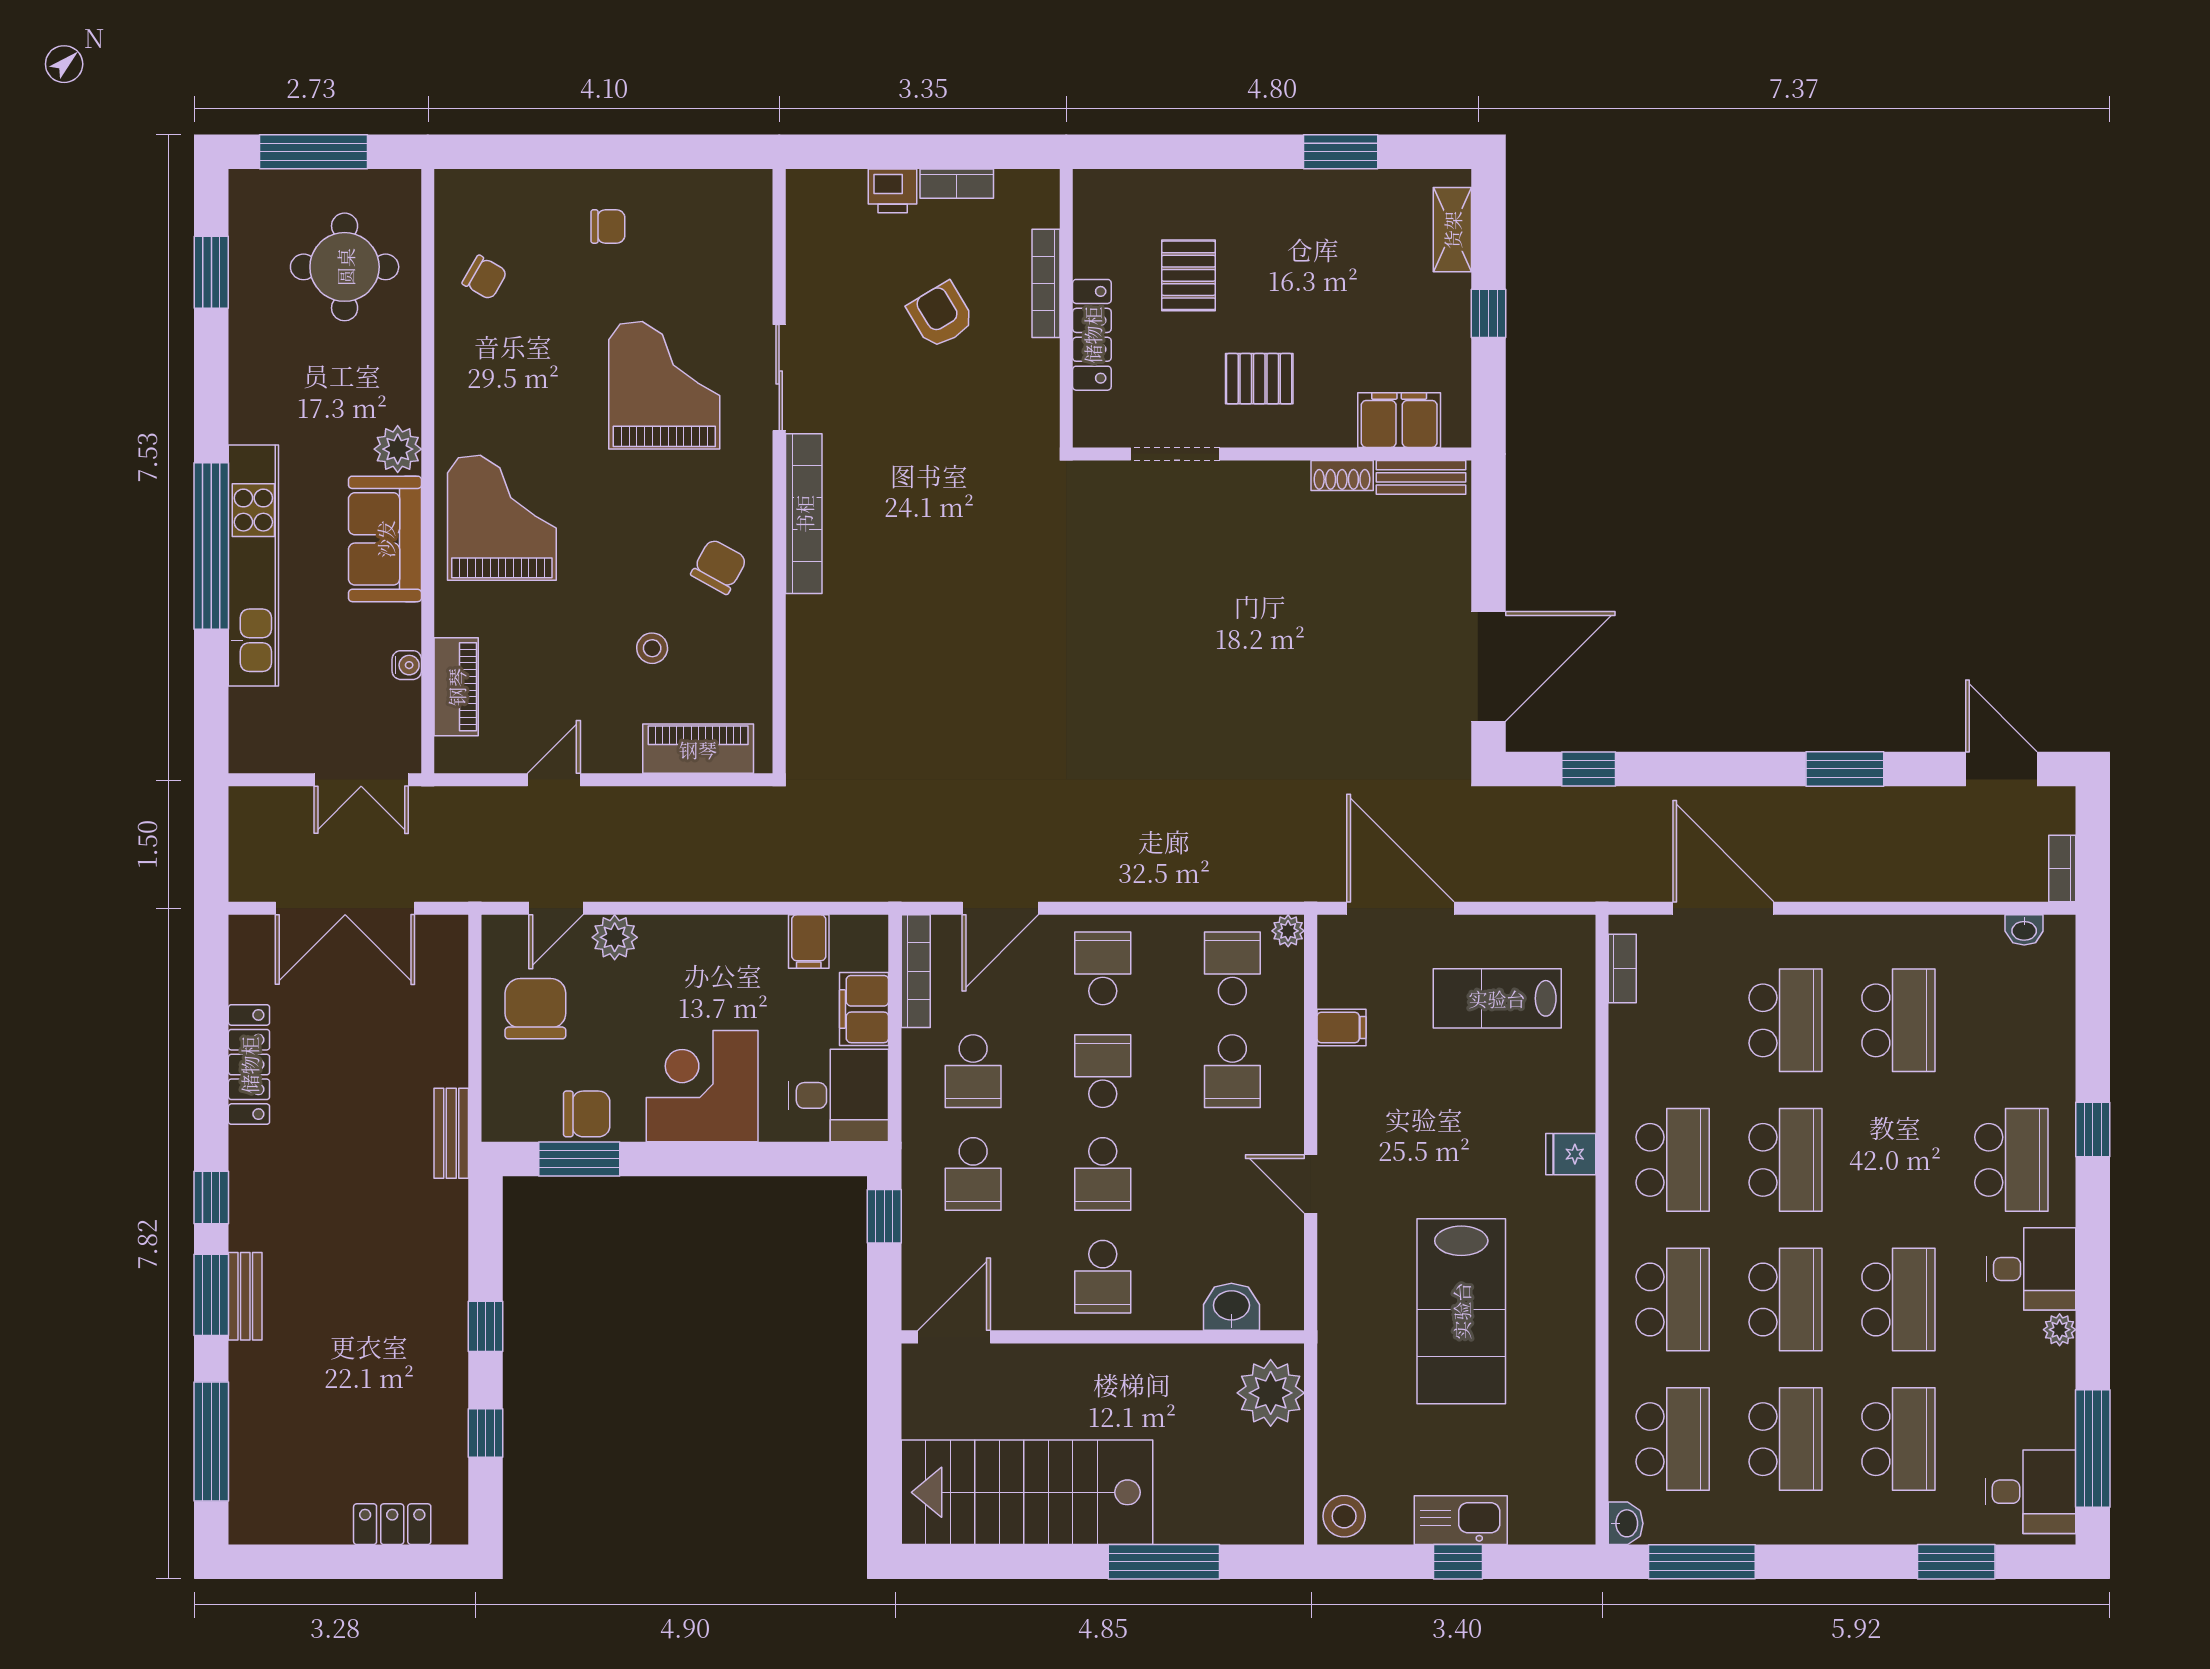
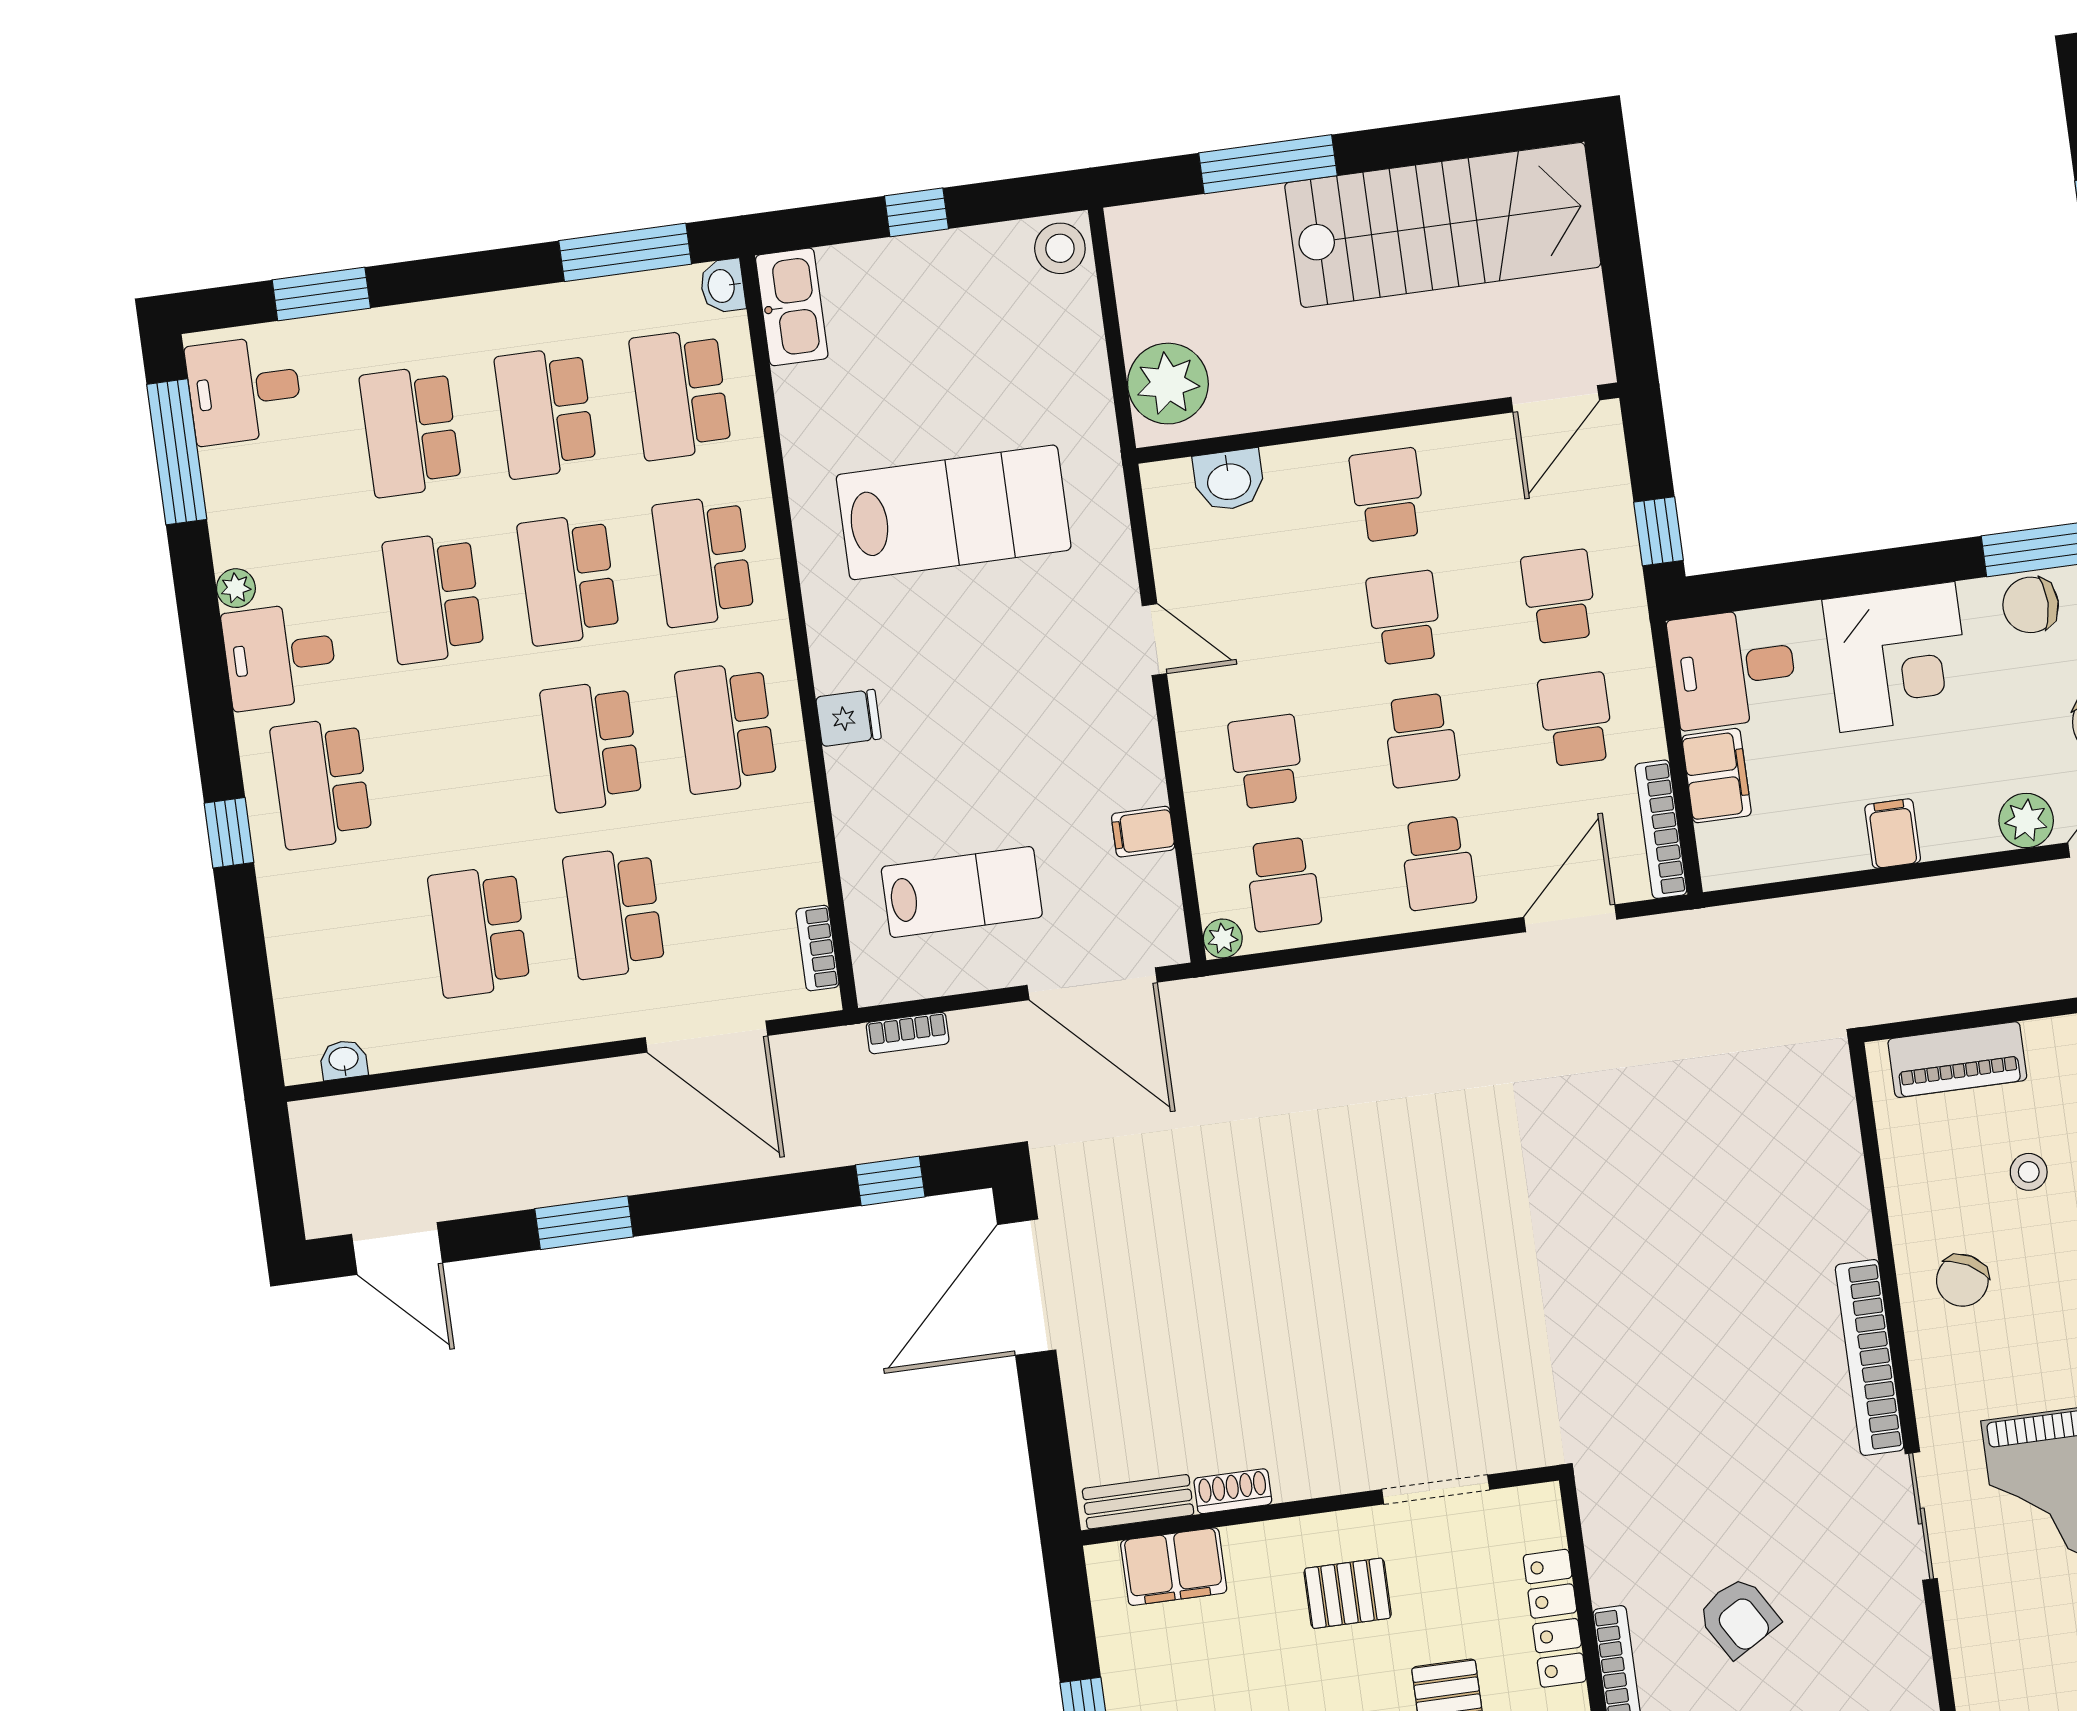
bookcase: (2062, 869) -> (908, 1033), moved, turned 90
filing cabinet: (809, 942) -> (1893, 834), moved
lab bench: (1461, 1311) -> (954, 512), turned 90
kitchen sink: (1461, 1520) -> (792, 307), moved, turned -90

